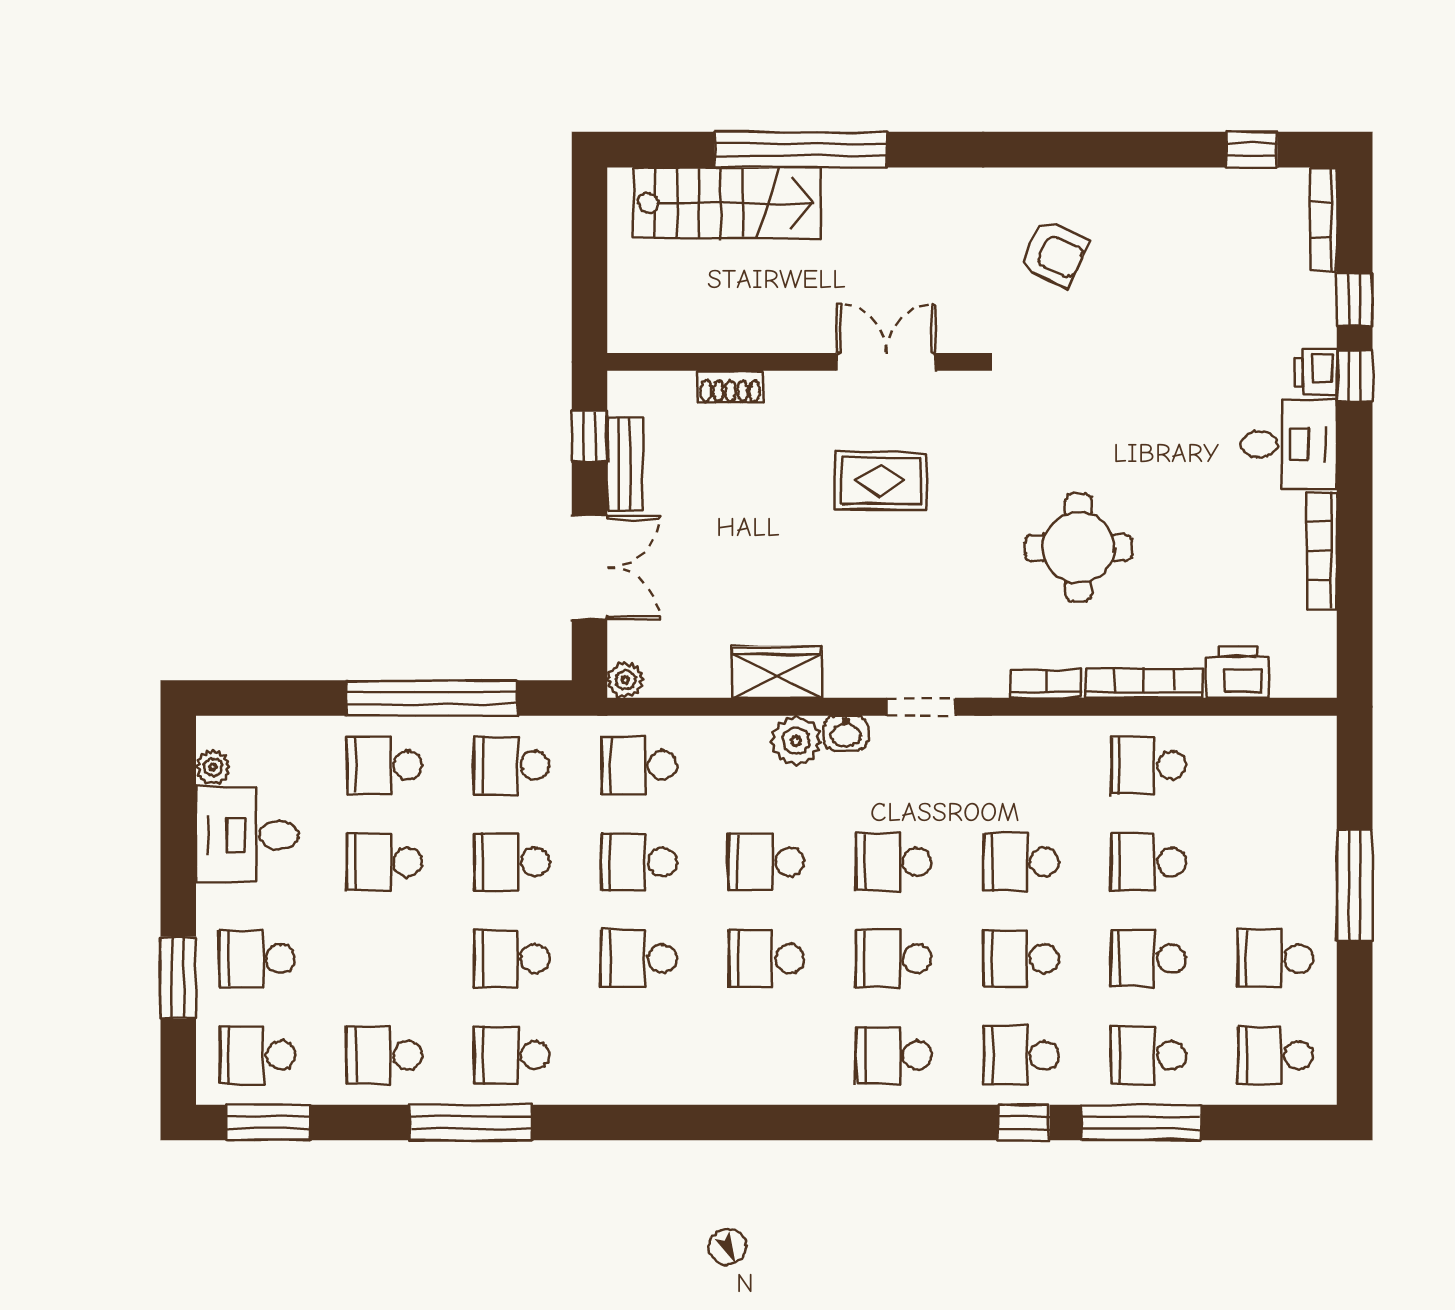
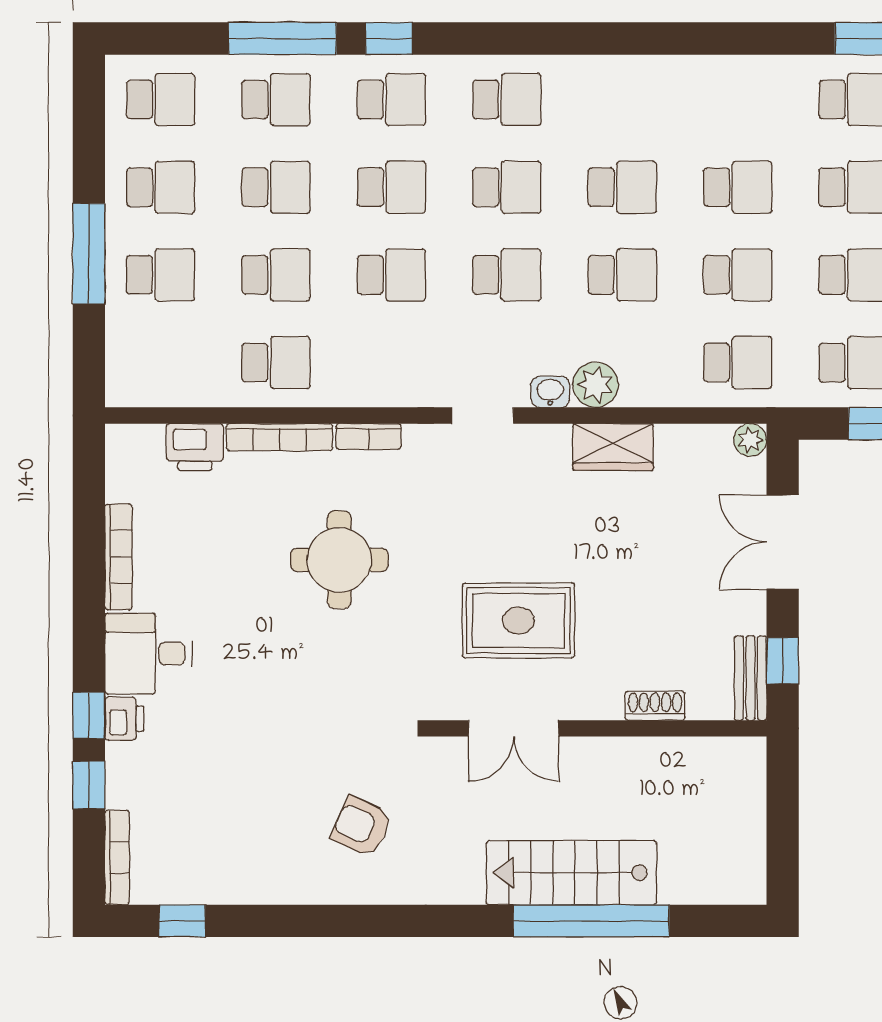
stairs: (727, 203) -> (571, 873), moved
bench: (625, 464) -> (750, 678), moved
rug: (881, 481) -> (518, 621), width x1.36, depth x1.43
school desk: (1276, 862) -> (161, 275), added

